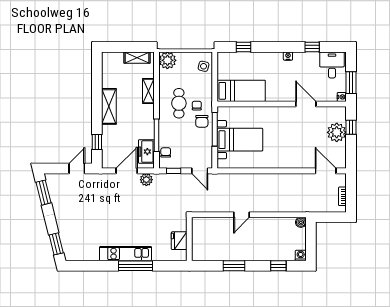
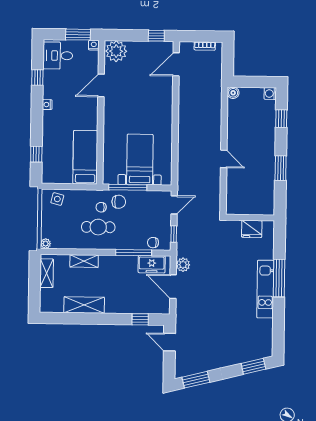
plant: (167, 60) -> (46, 244), width x0.53, depth x0.53
shelving: (109, 106) -> (84, 305), moved
window: (351, 127) -> (156, 36), moved
plant: (337, 132) -> (116, 51), moved

